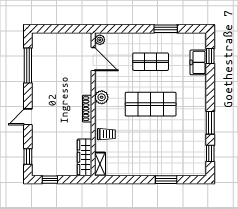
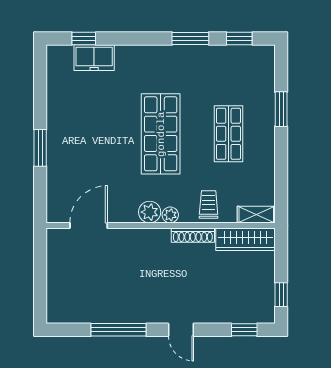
window: (166, 29) -> (40, 148), moved
plant: (100, 40) -> (170, 215), moved
shop shelf: (151, 62) -> (228, 134), moved
window: (28, 65) -> (118, 330), moved
shoe rack: (87, 109) -> (193, 235), moved

